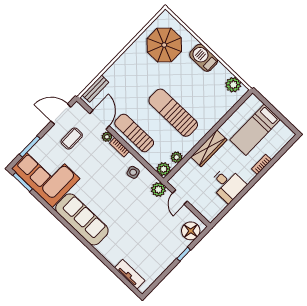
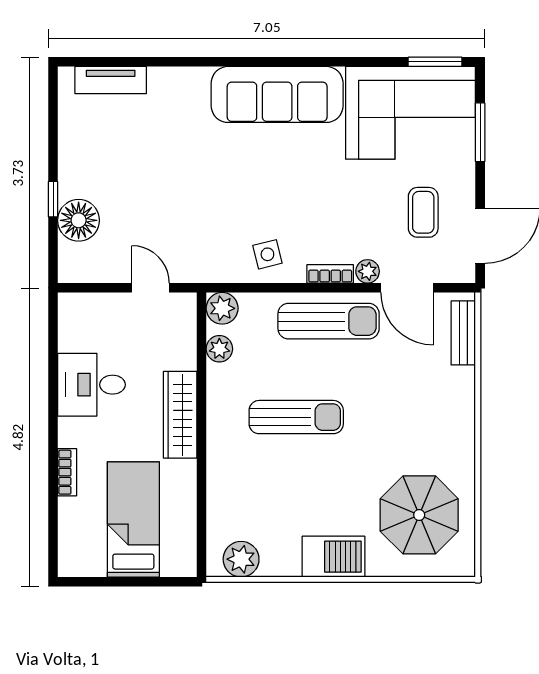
sun lounger: (173, 113) -> (296, 417), width x0.73, depth x0.75
plant: (158, 189) -> (198, 266), removed
floor lamp: (191, 231) -> (79, 220), moved

